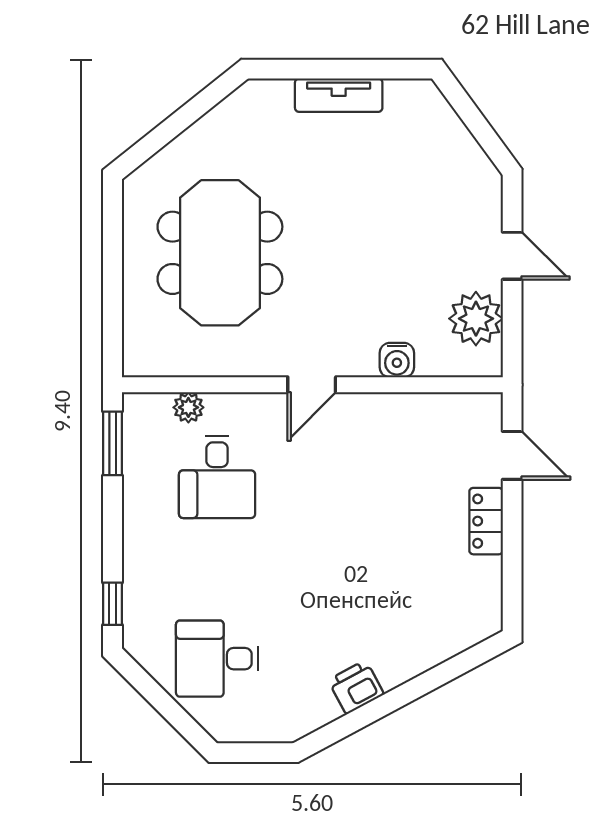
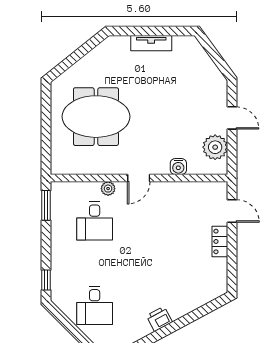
meeting table: (220, 253) -> (96, 117), turned 90
plant: (188, 407) -> (108, 189), moved
desk: (217, 659) -> (95, 306), turned -90

